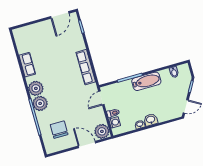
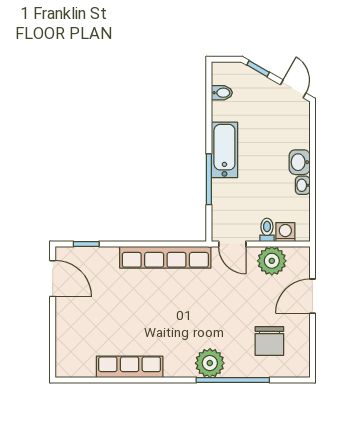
row of seats: (27, 65) -> (130, 367), width x1.48
row of seats: (86, 67) -> (165, 257), width x1.36
plant: (36, 88) -> (179, 363), removed
chair: (59, 130) -> (269, 341), turned -90
plant: (102, 131) -> (272, 261), moved

